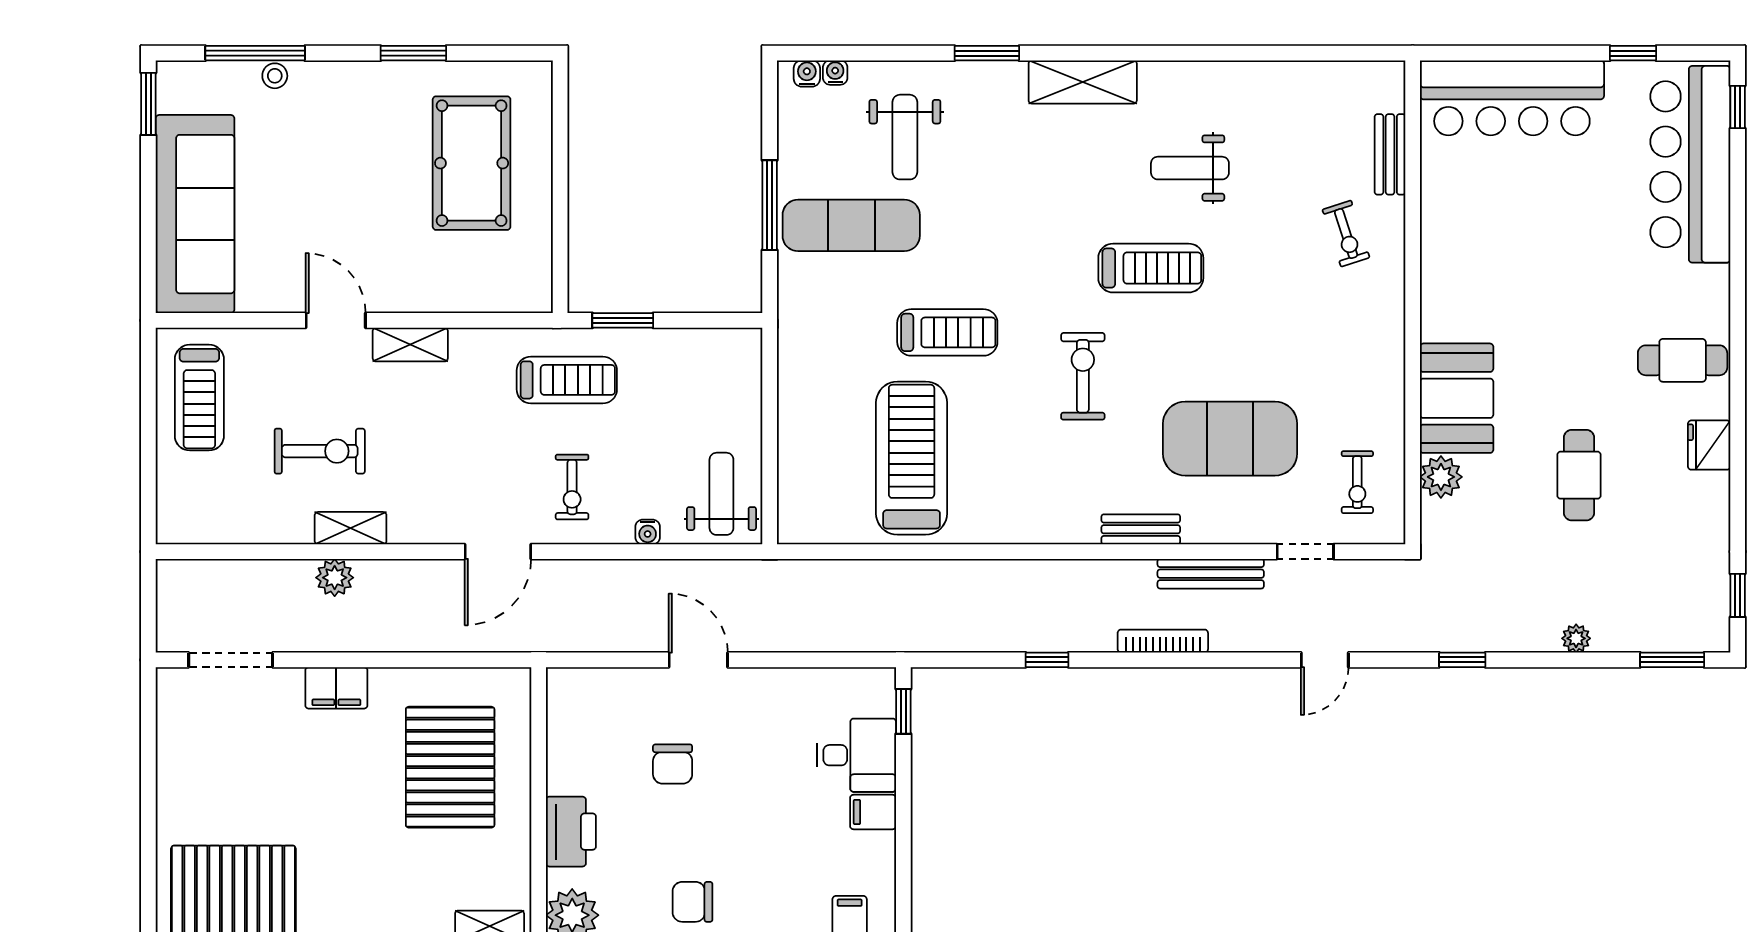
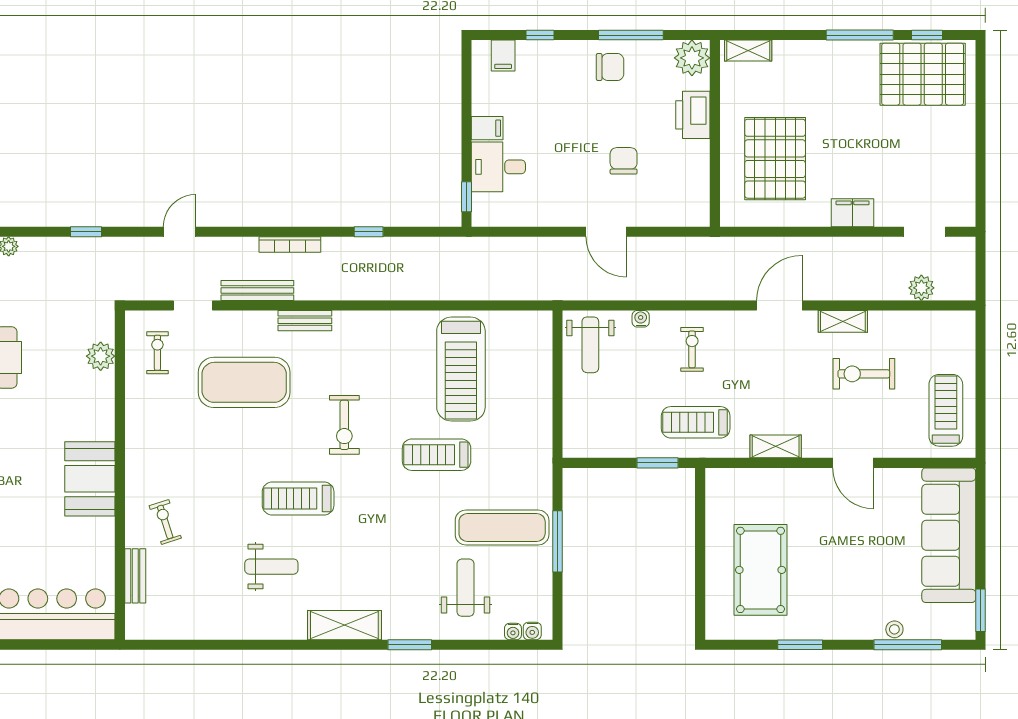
shelving: (410, 345) -> (776, 446), moved
booth: (1457, 398) -> (90, 479), moved
door: (498, 552) -> (779, 305), moved
plant: (335, 578) -> (921, 288), moved
doorway: (231, 660) -> (925, 232), width x0.73

